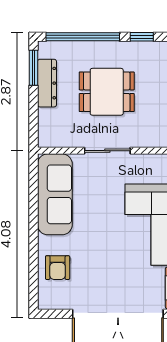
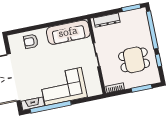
dresser: (47, 83) -> (107, 20), moved
dining table: (107, 92) -> (134, 60), moved, turned 90

